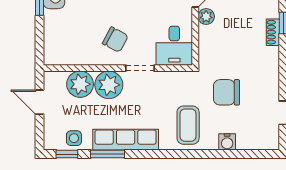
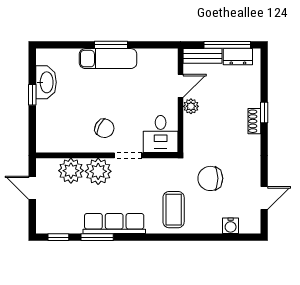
side table: (74, 138) -> (65, 222), removed
water cooler: (227, 142) -> (231, 226), moved

